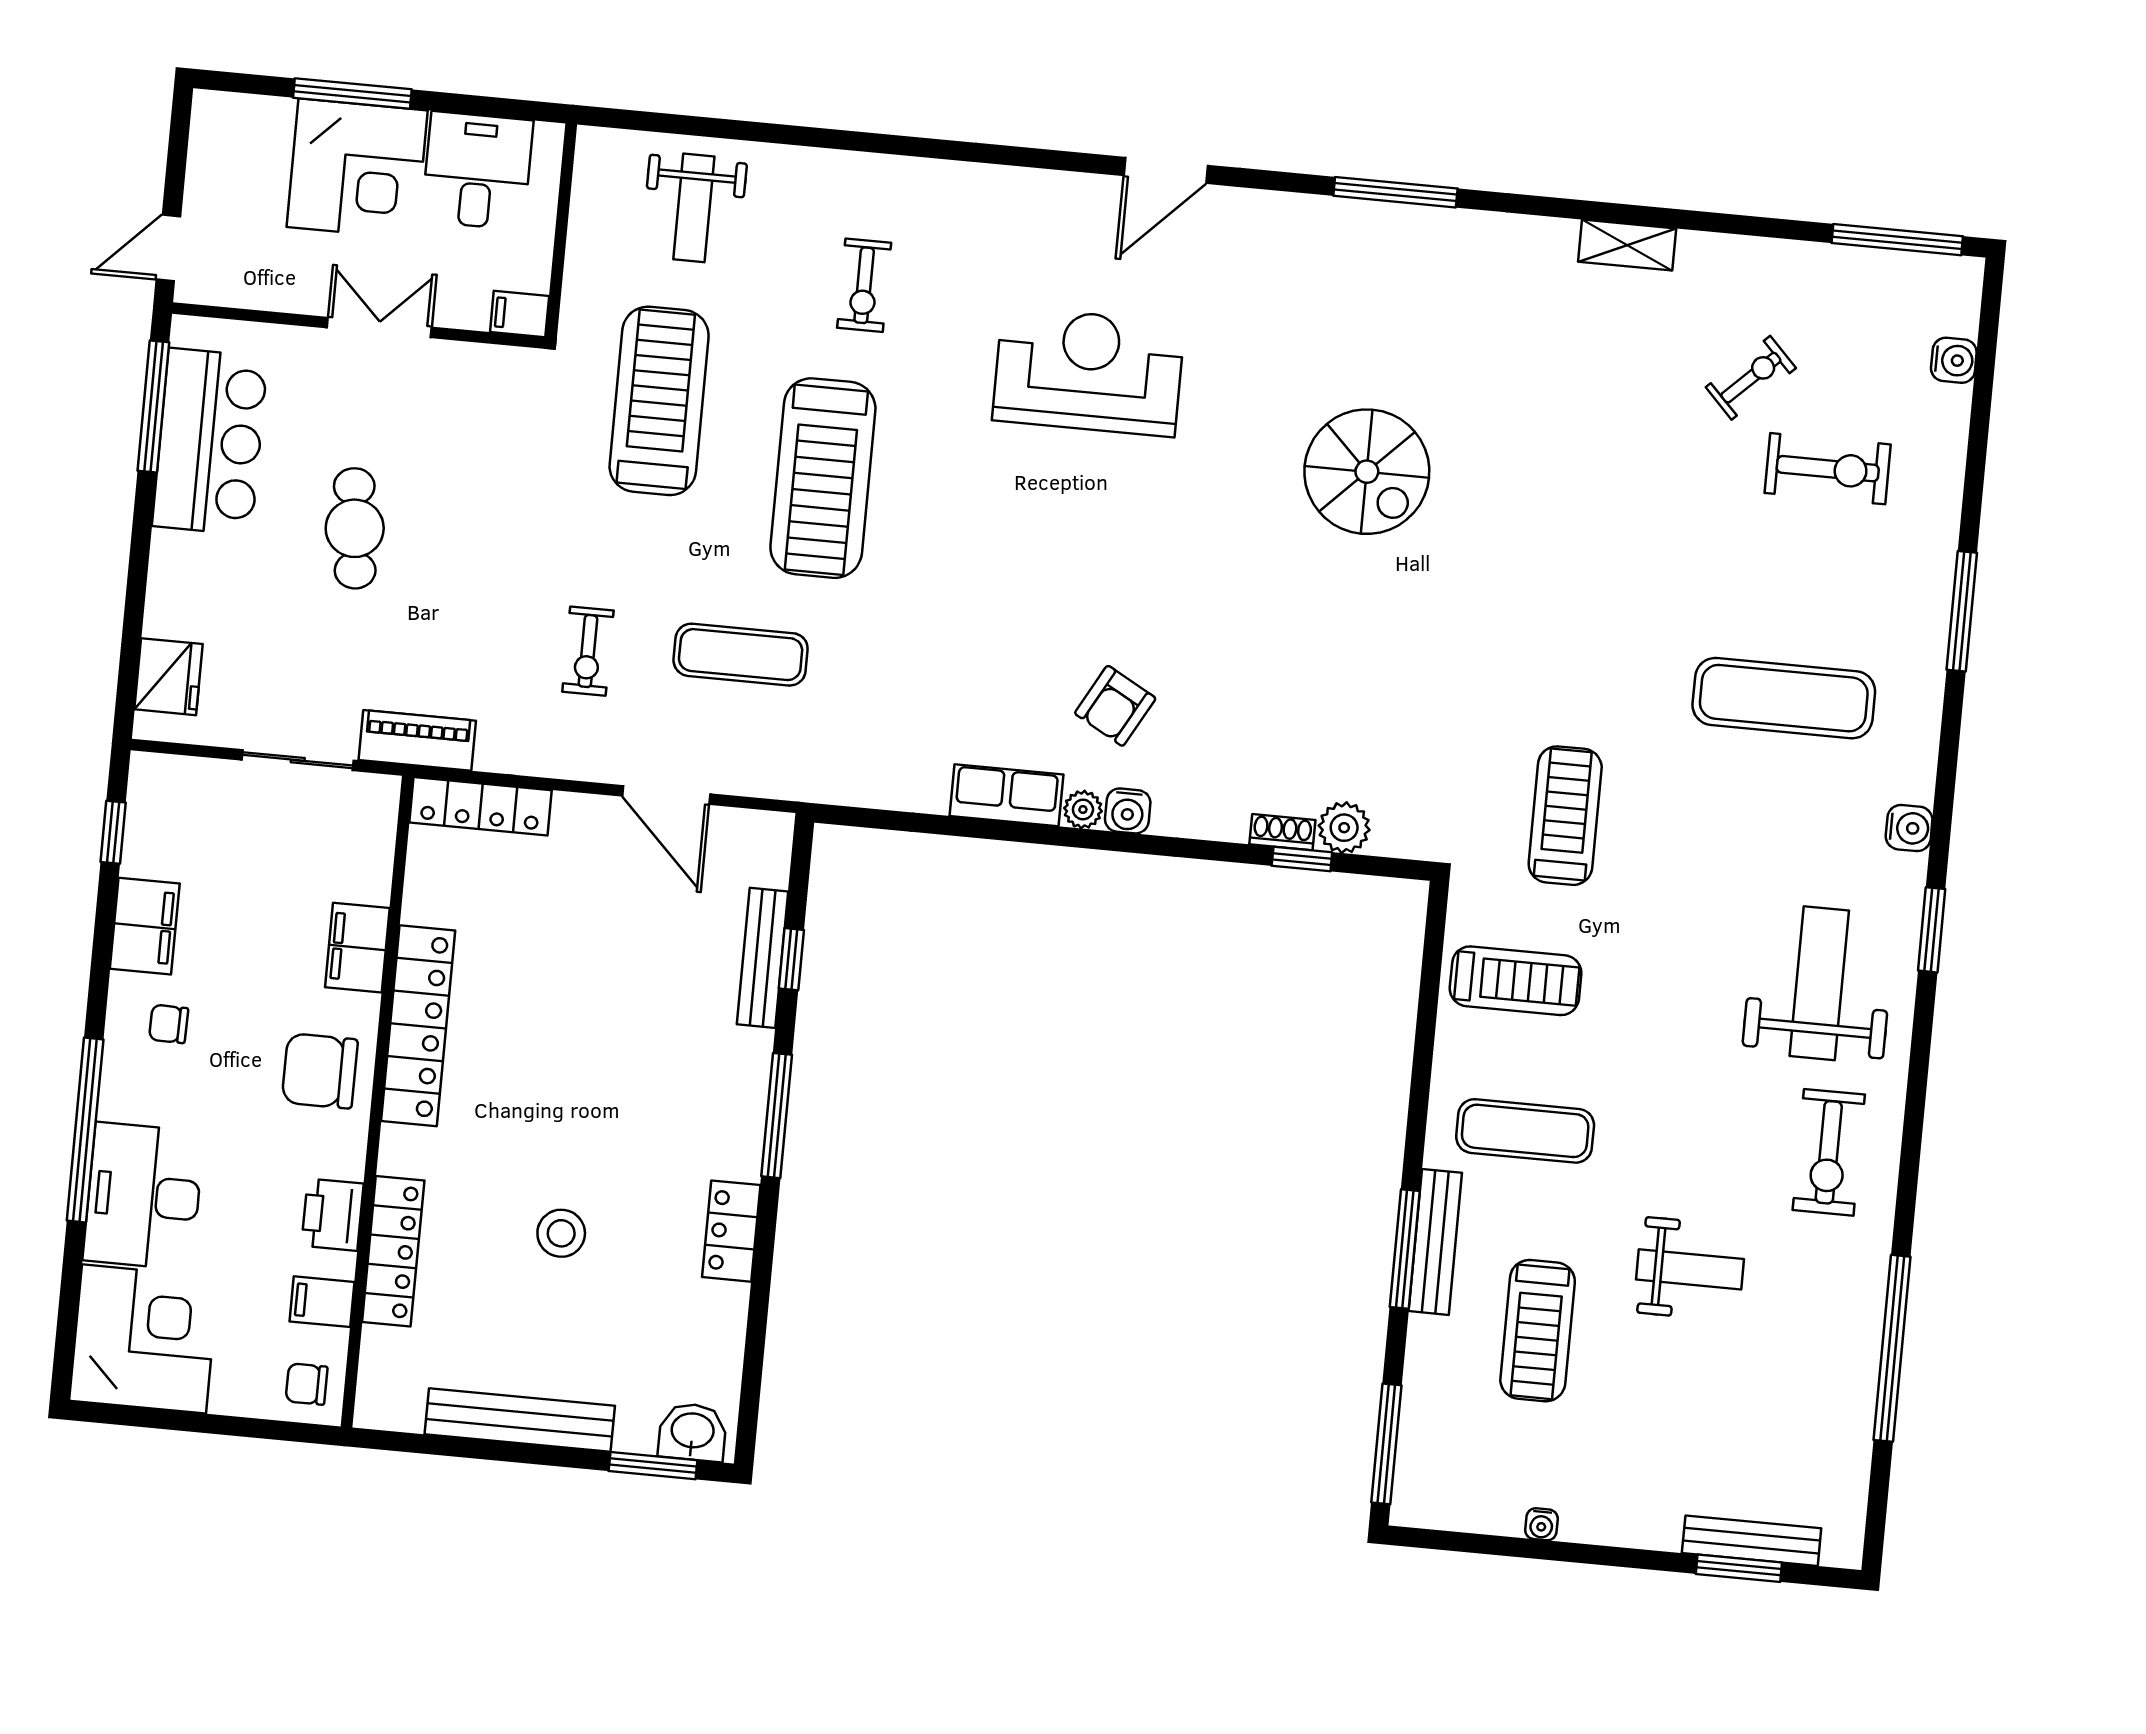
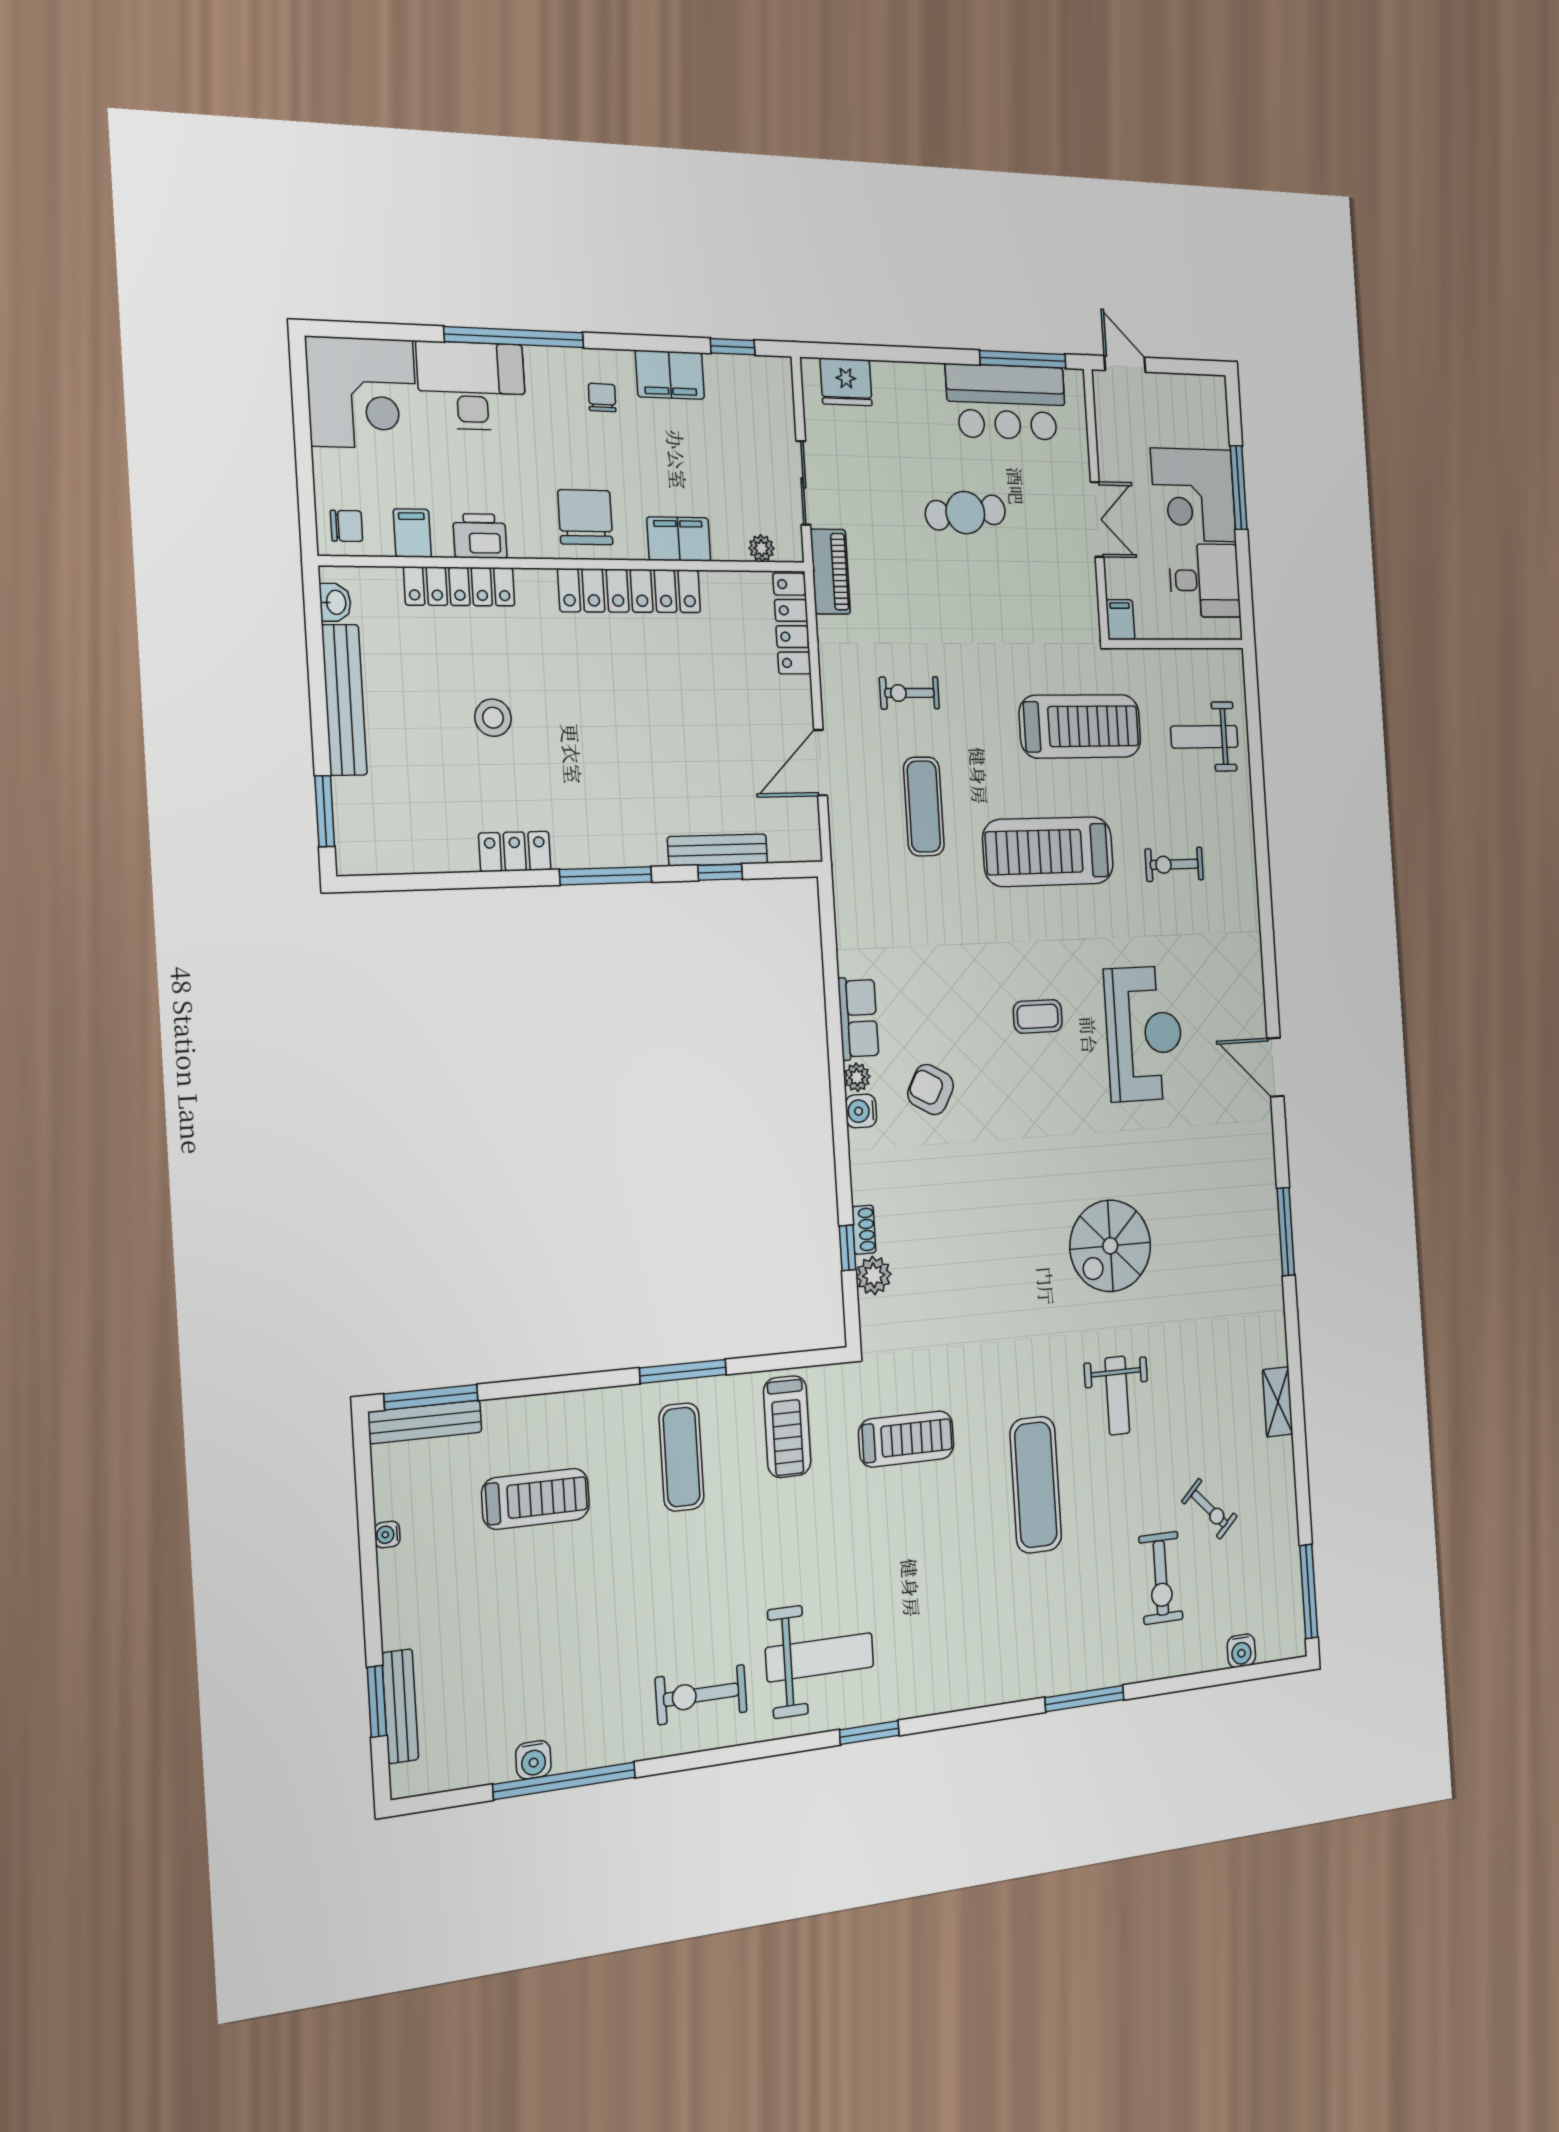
coffee table: (1042, 531) -> (1038, 1016), added
exercise mat: (1784, 698) -> (1036, 1485), moved
water cooler: (1909, 828) -> (533, 1760), moved
plant: (379, 834) -> (761, 548), added
bench: (1435, 1242) -> (425, 1422), moved
window: (1405, 1249) -> (683, 1371), moved
weight bench: (1690, 1269) -> (1117, 1396), moved
treadmill: (1538, 1331) -> (536, 1499), turned 180
chair: (307, 1384) -> (347, 526), turned 90
washbasin: (692, 1432) -> (335, 602), moved, width x0.72, depth x0.69

